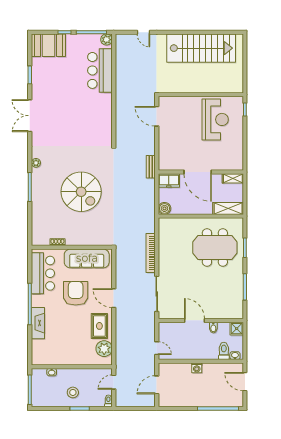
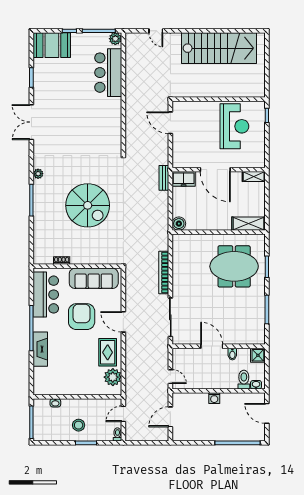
door: (198, 172) -> (215, 170), moved
wall: (201, 172) -> (219, 170), moved
shelving: (233, 178) -> (254, 177), moved
freezer: (169, 180) -> (184, 179), moved

